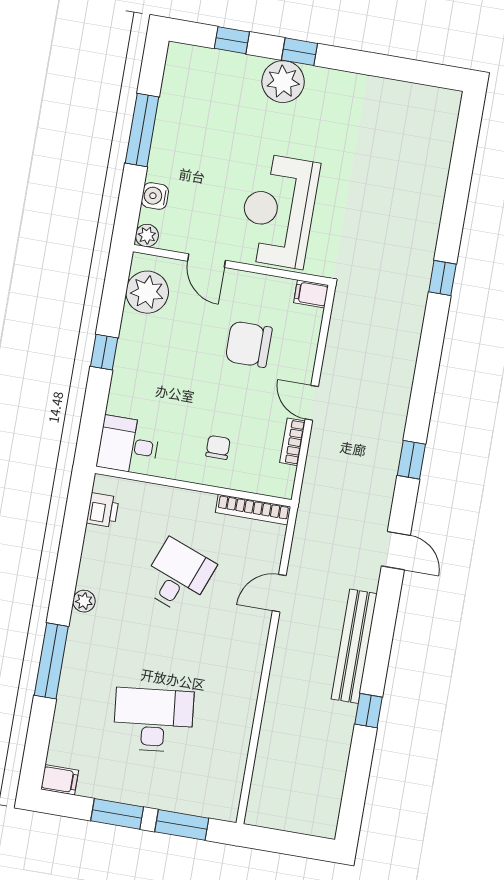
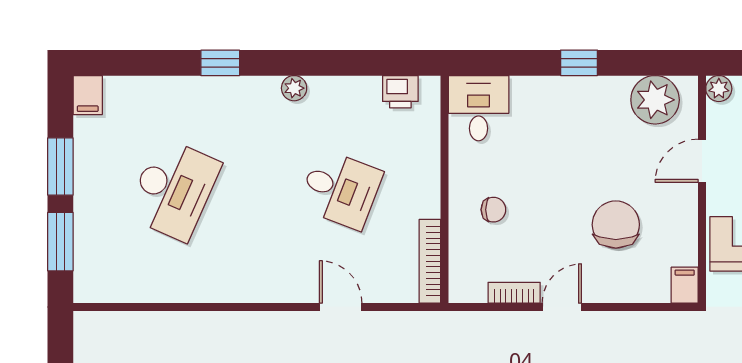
window: (51, 661) -> (220, 63), width x0.46
desk: (153, 720) -> (173, 189), turned 30

